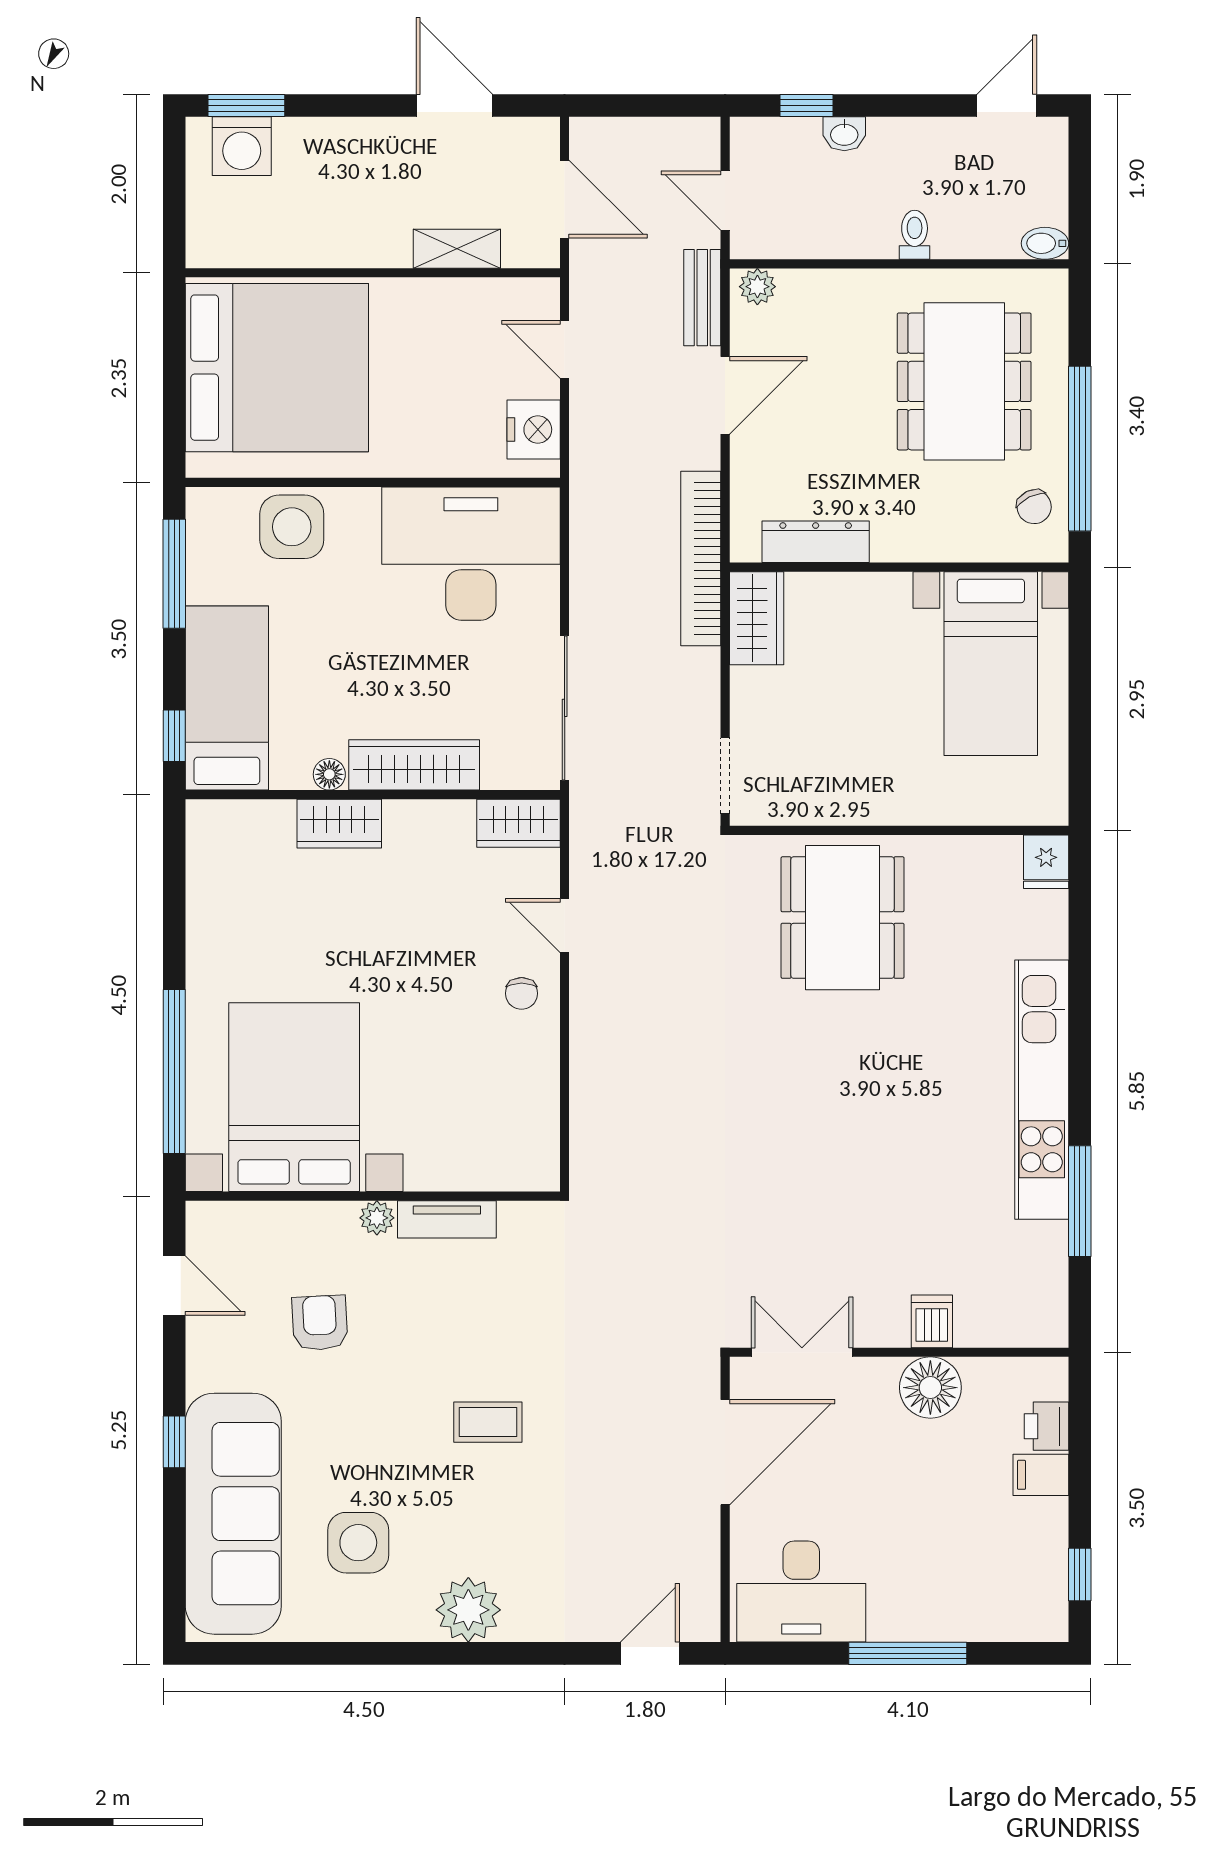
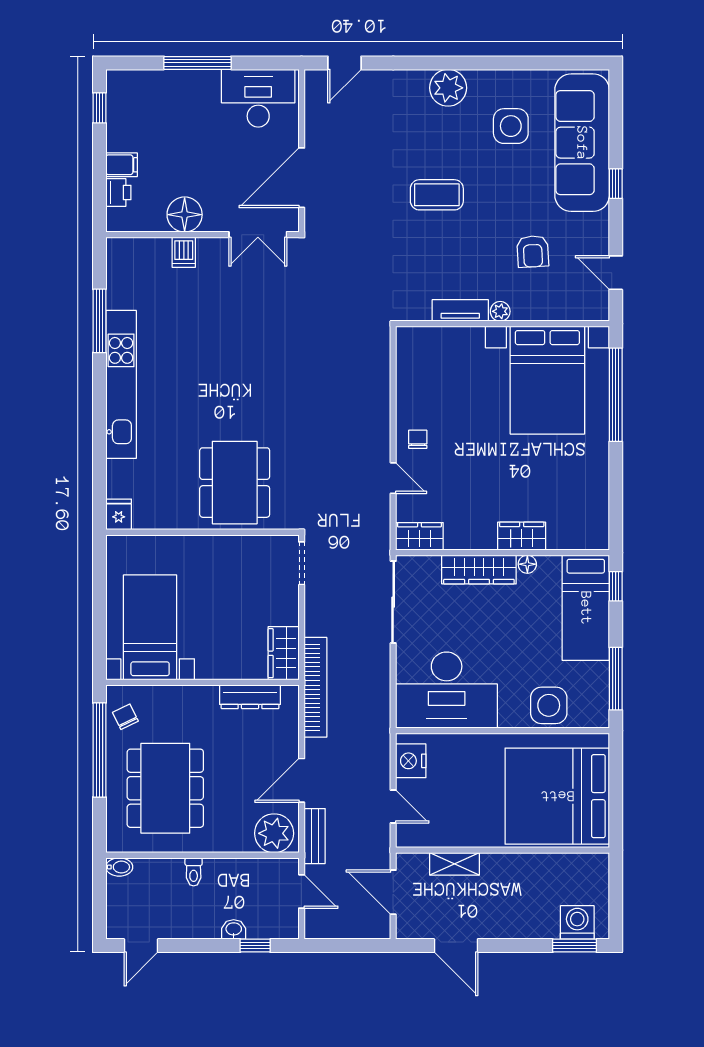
plant: (757, 287) -> (274, 833), width x1.88, depth x1.88
coffee table: (488, 1422) -> (437, 195), width x1.36, depth x1.30

